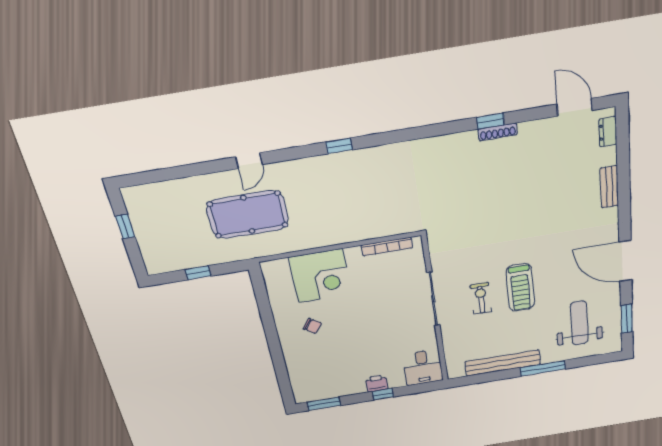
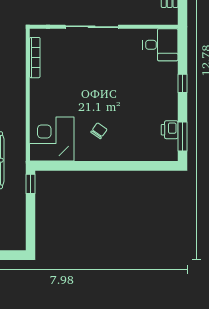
window: (198, 273) -> (31, 184), moved
corner desk: (320, 276) -> (52, 139), moved, turned -90
printer: (377, 383) -> (170, 130), moved

